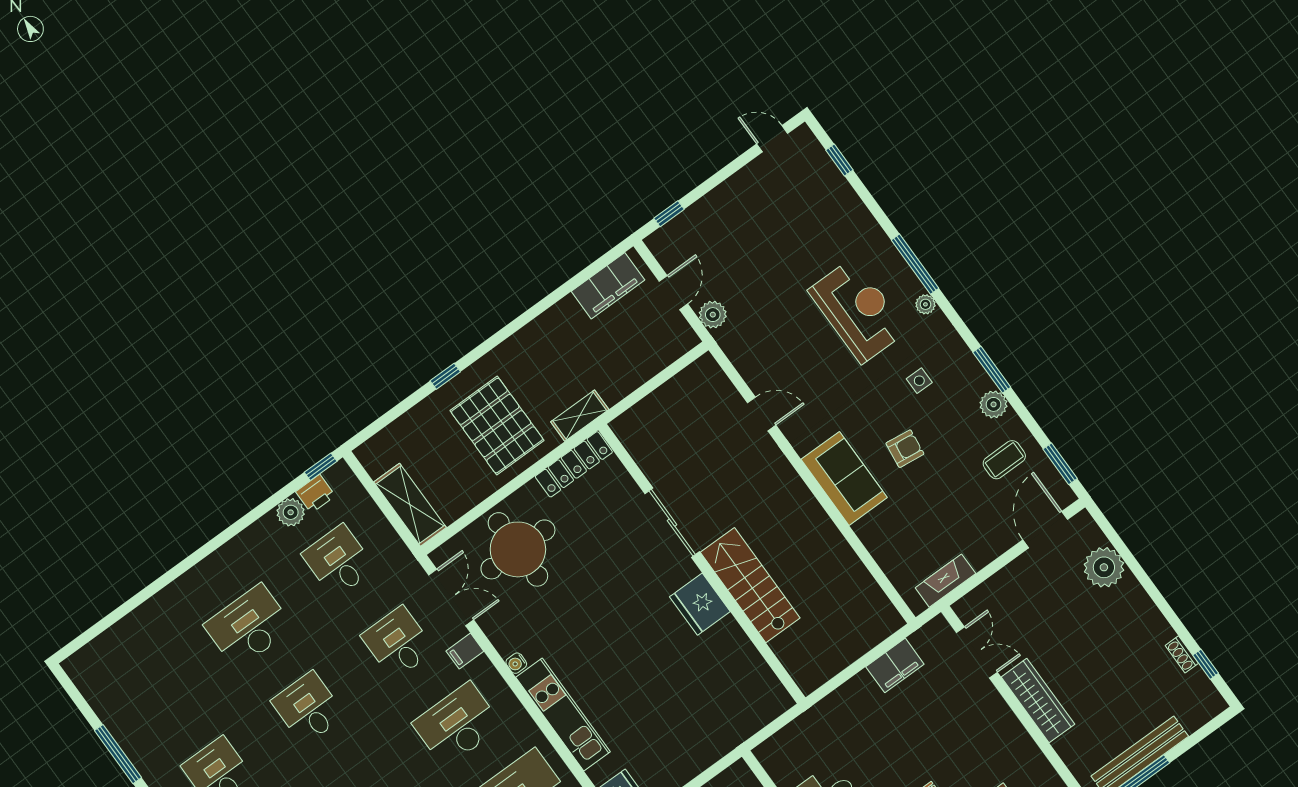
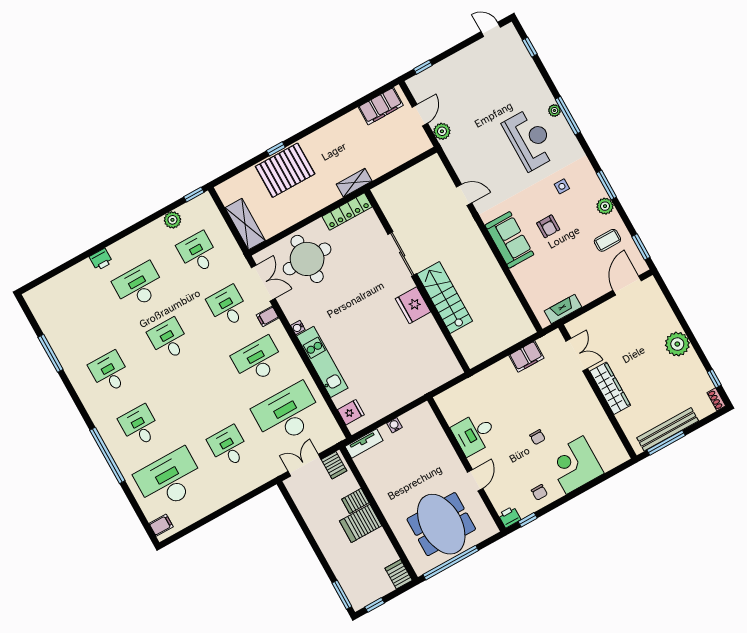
plant: (925, 304) -> (554, 111), moved
pallet: (497, 426) -> (285, 170), moved, turned 90
armchair: (905, 449) -> (548, 226), turned 83
printer: (315, 494) -> (101, 259), moved
plant: (1104, 567) -> (677, 344), moved
shoe rack: (1182, 654) -> (716, 399), moved

